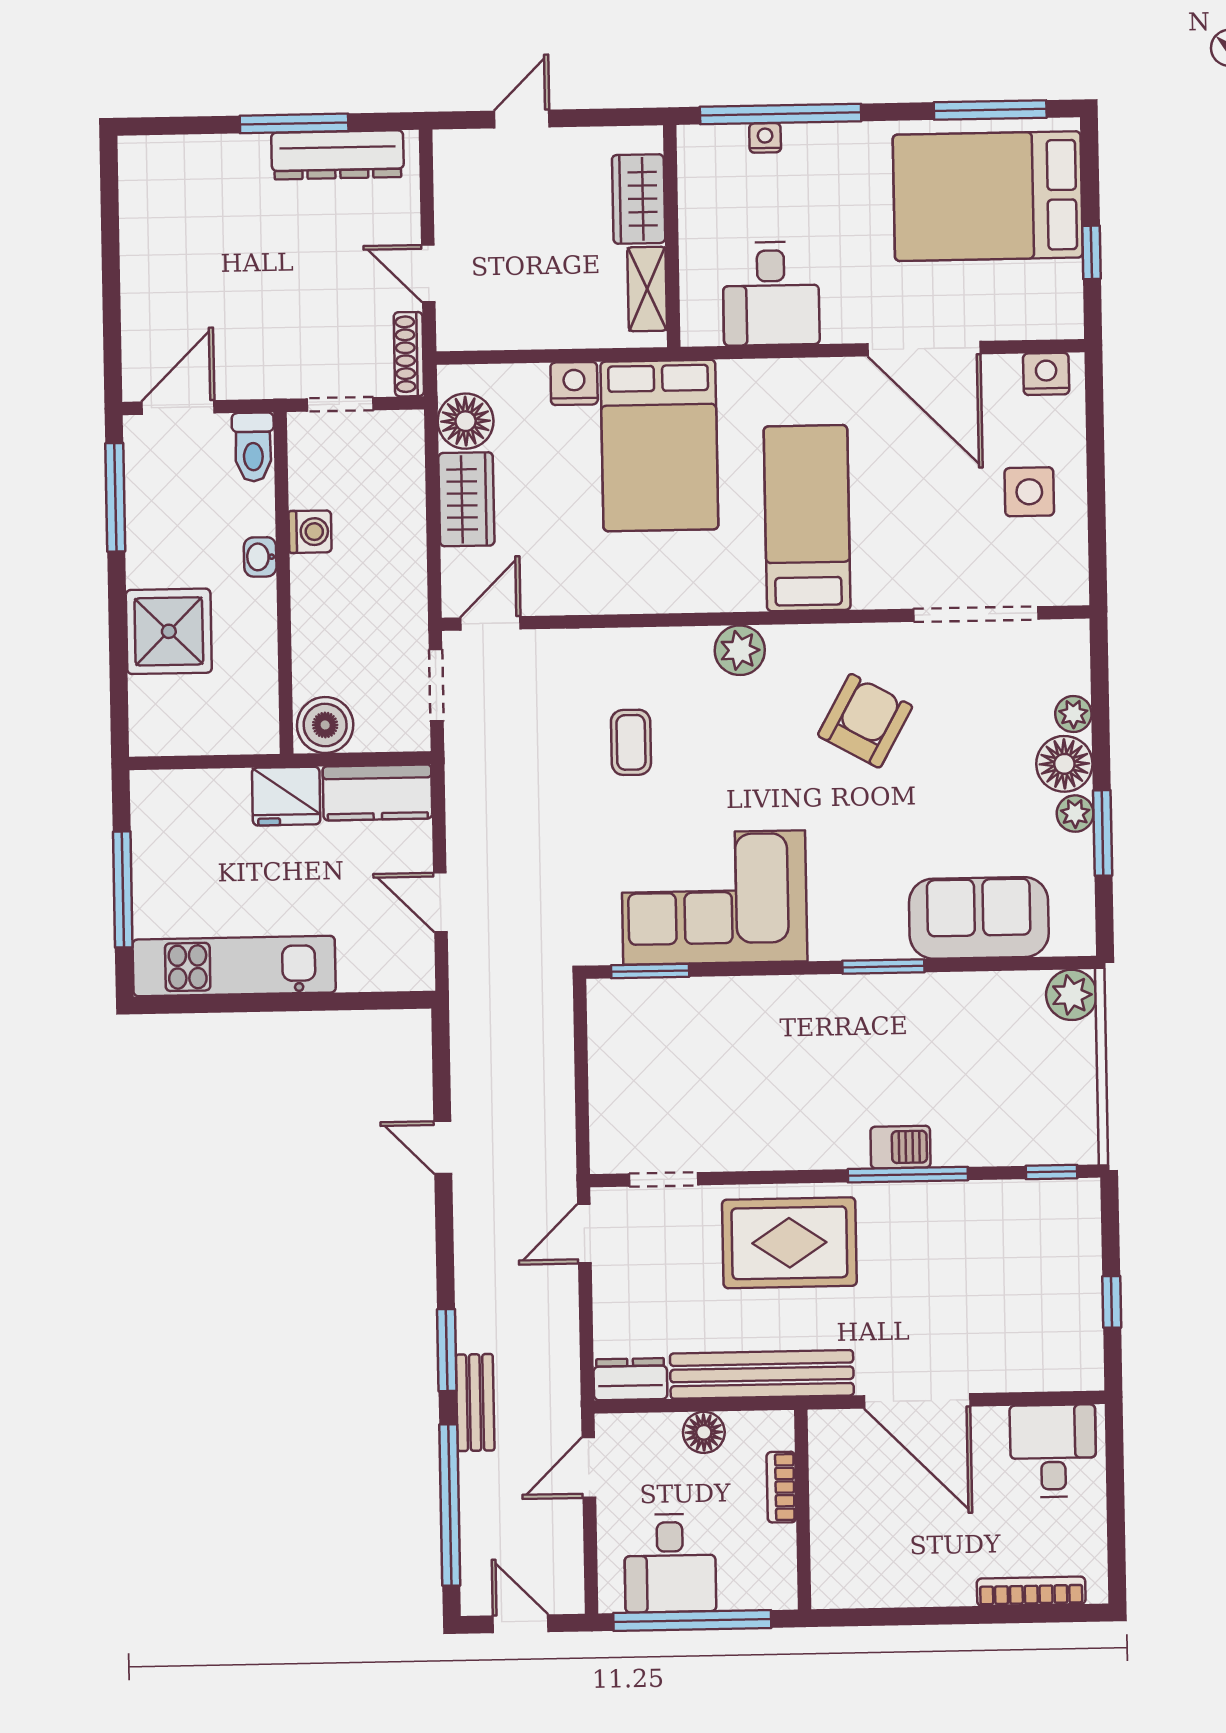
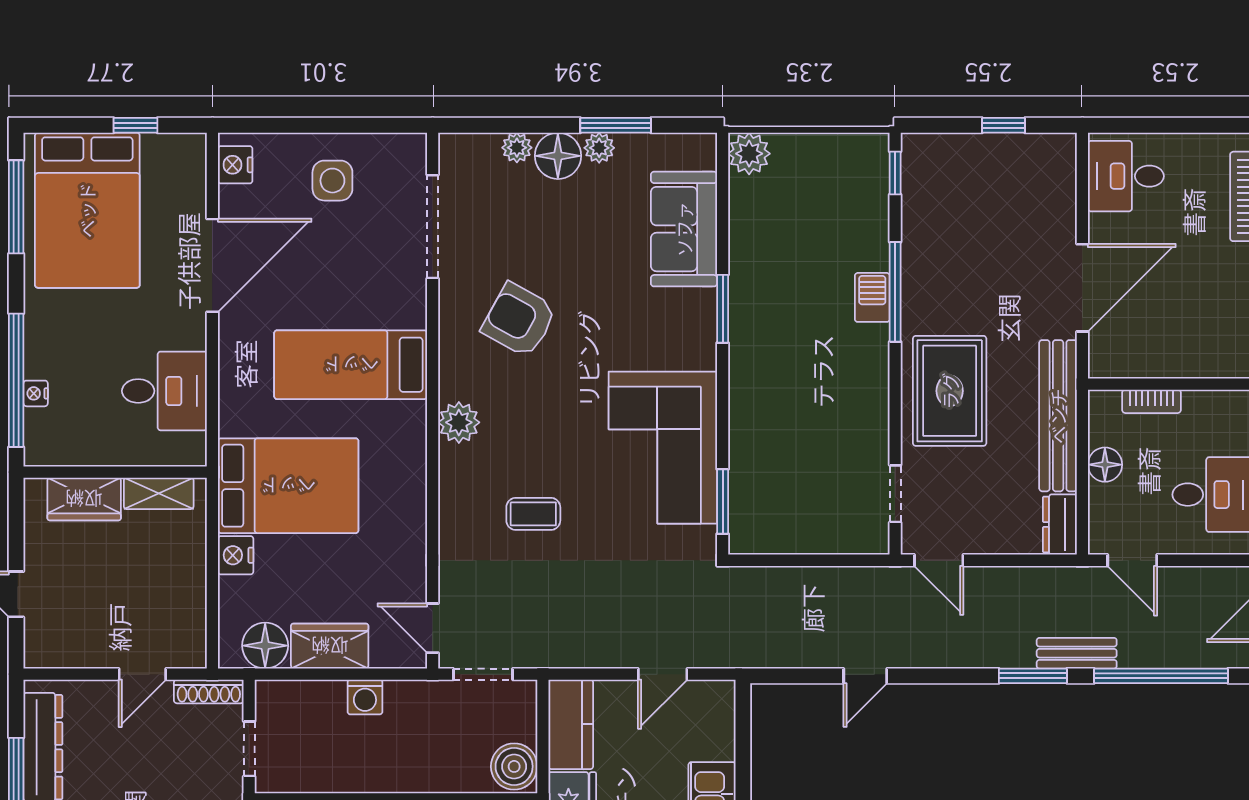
washing machine: (310, 532) -> (365, 697), moved, turned 180

